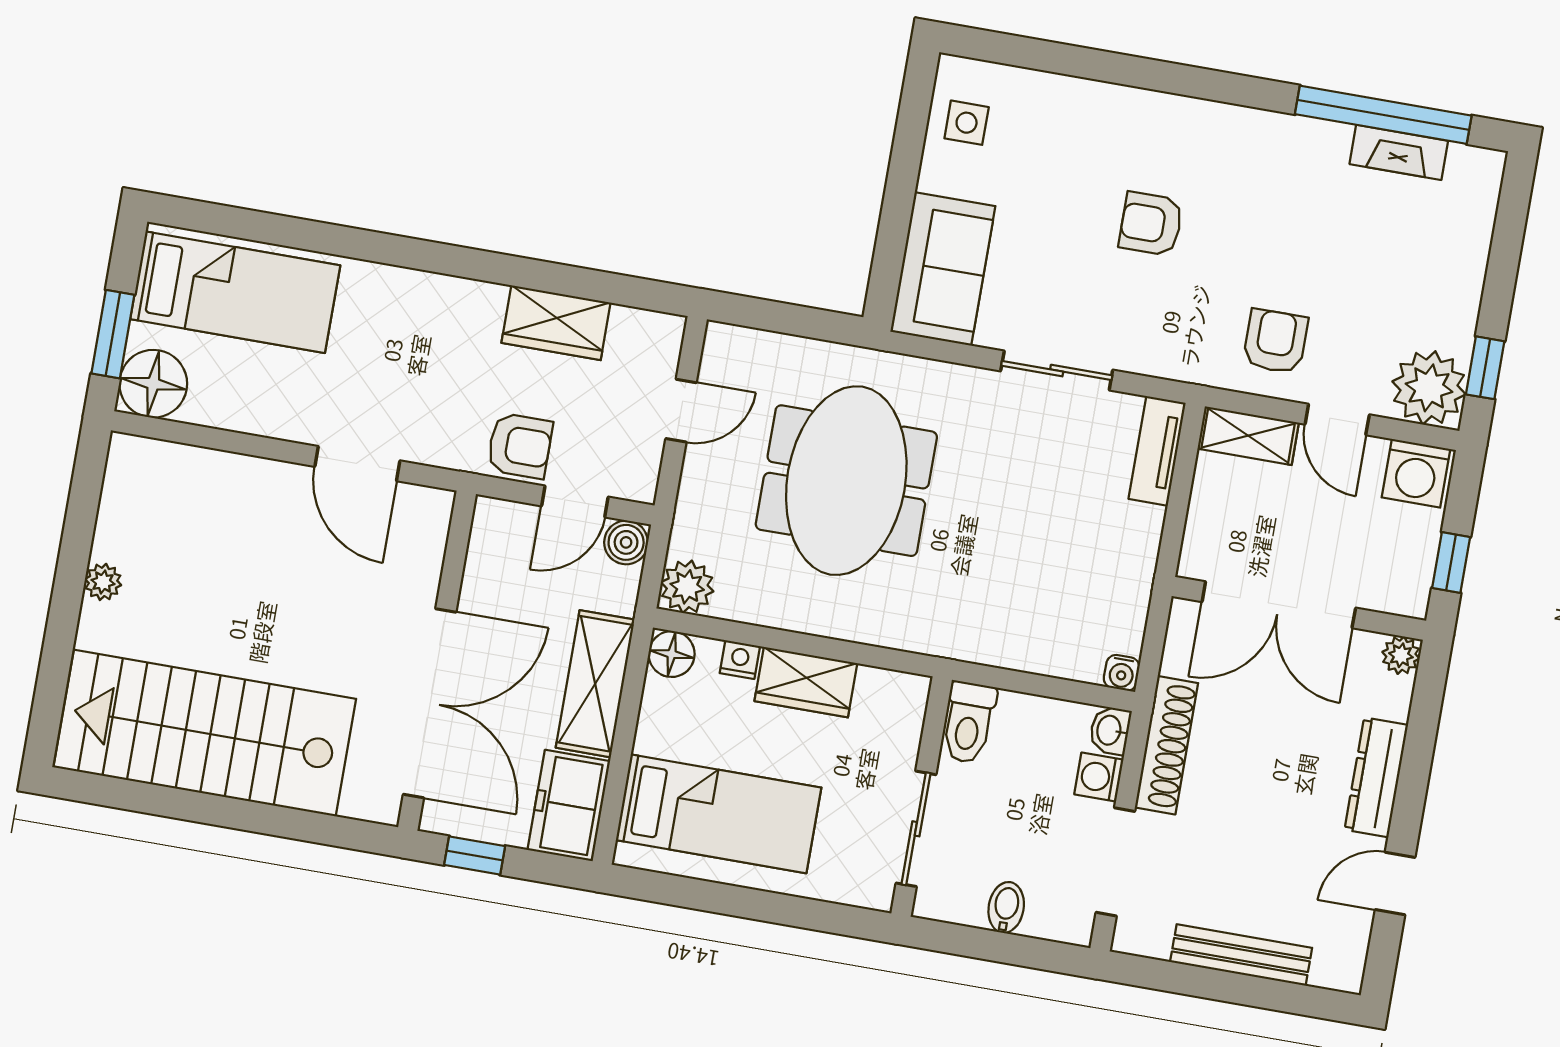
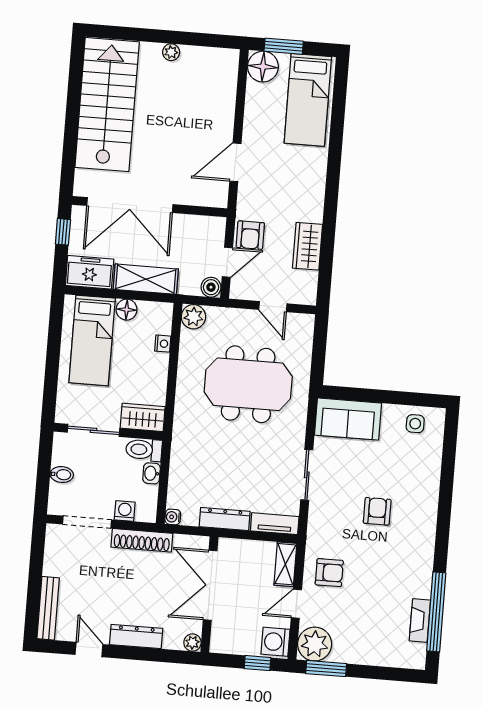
window: (1485, 368) -> (326, 669), width x1.50
door: (575, 501) -> (227, 262), swing flipped
dresser: (1137, 560) -> (225, 519), added
window: (1451, 562) -> (257, 663), moved
floor lamp: (672, 654) -> (127, 310), moved
wardrobe: (806, 682) -> (143, 417), moved, turned 90
washbasin: (1110, 730) -> (152, 473), moved, turned -90
bench: (1241, 955) -> (48, 608), moved

